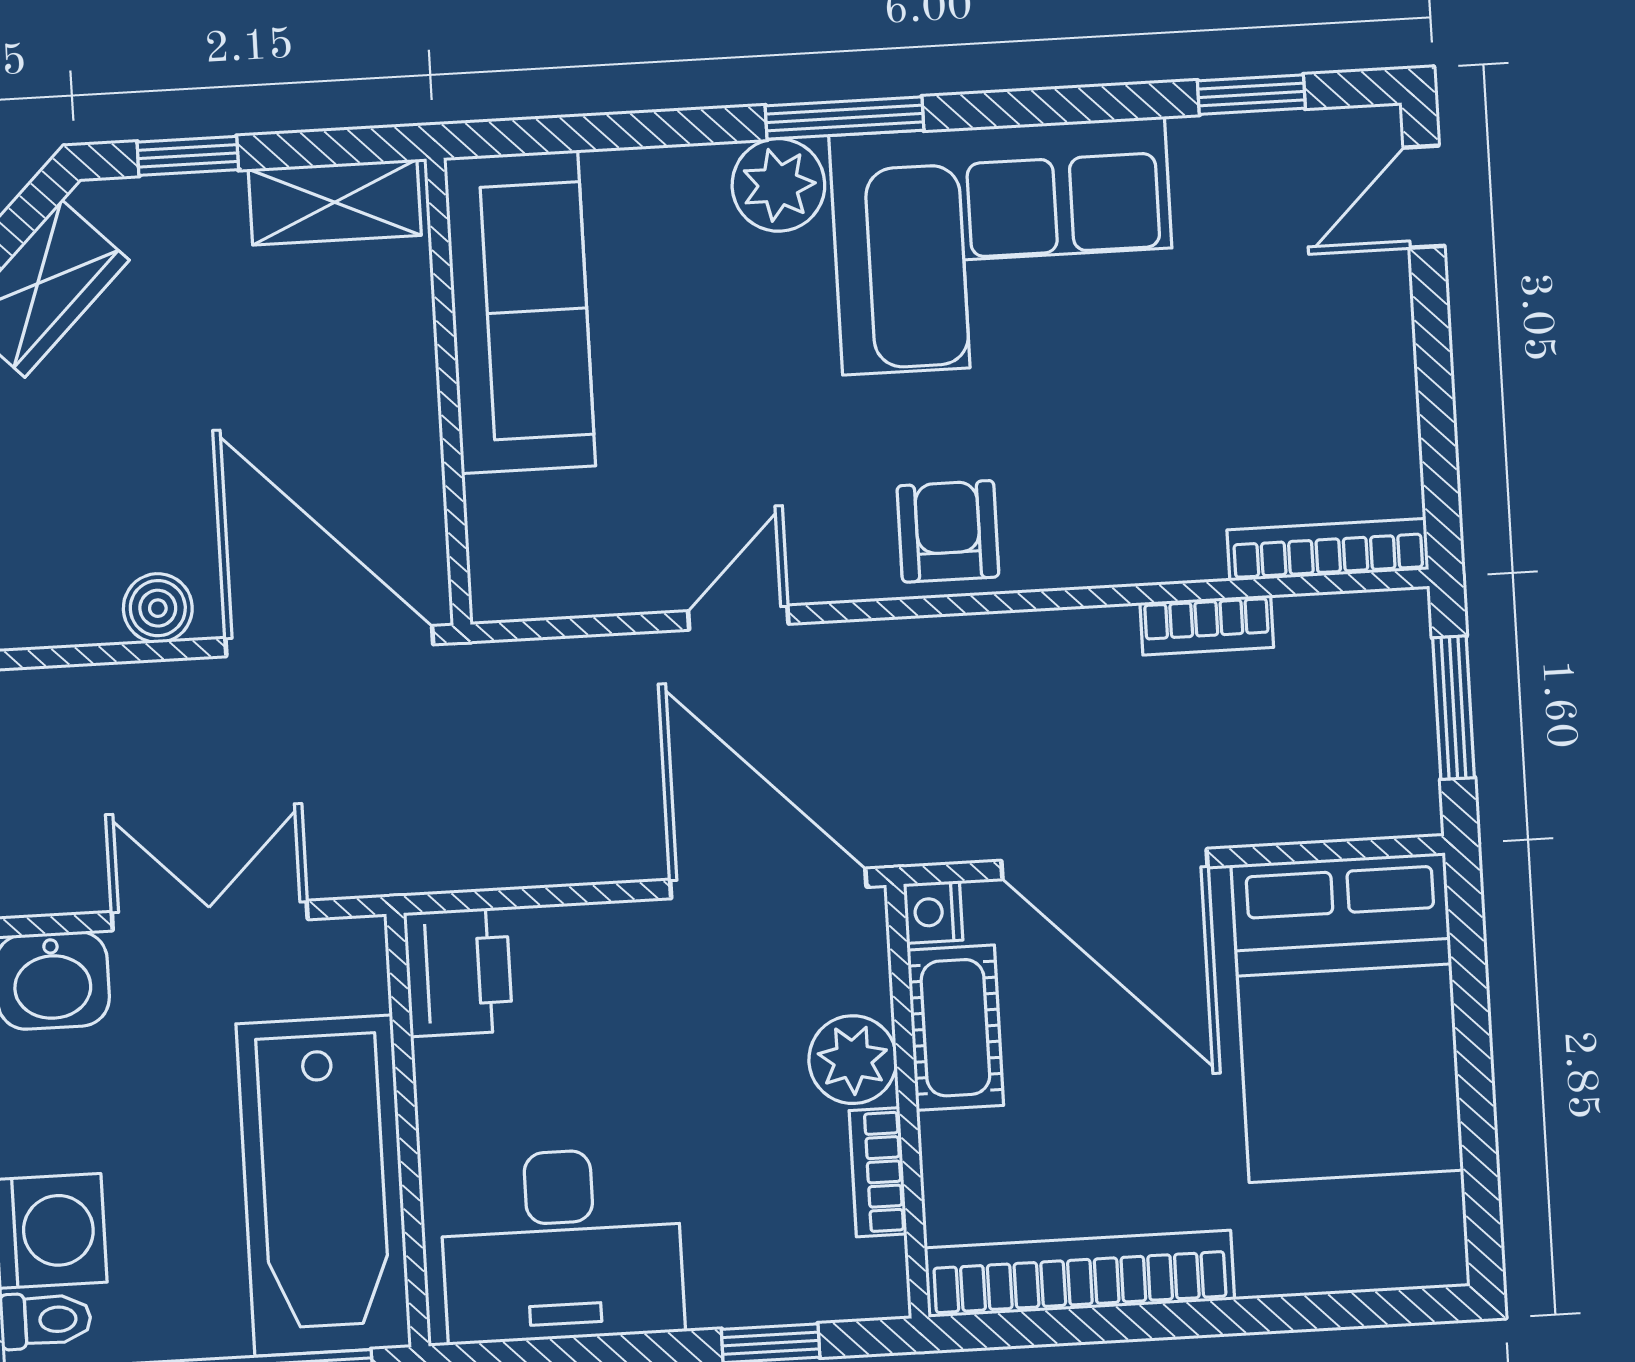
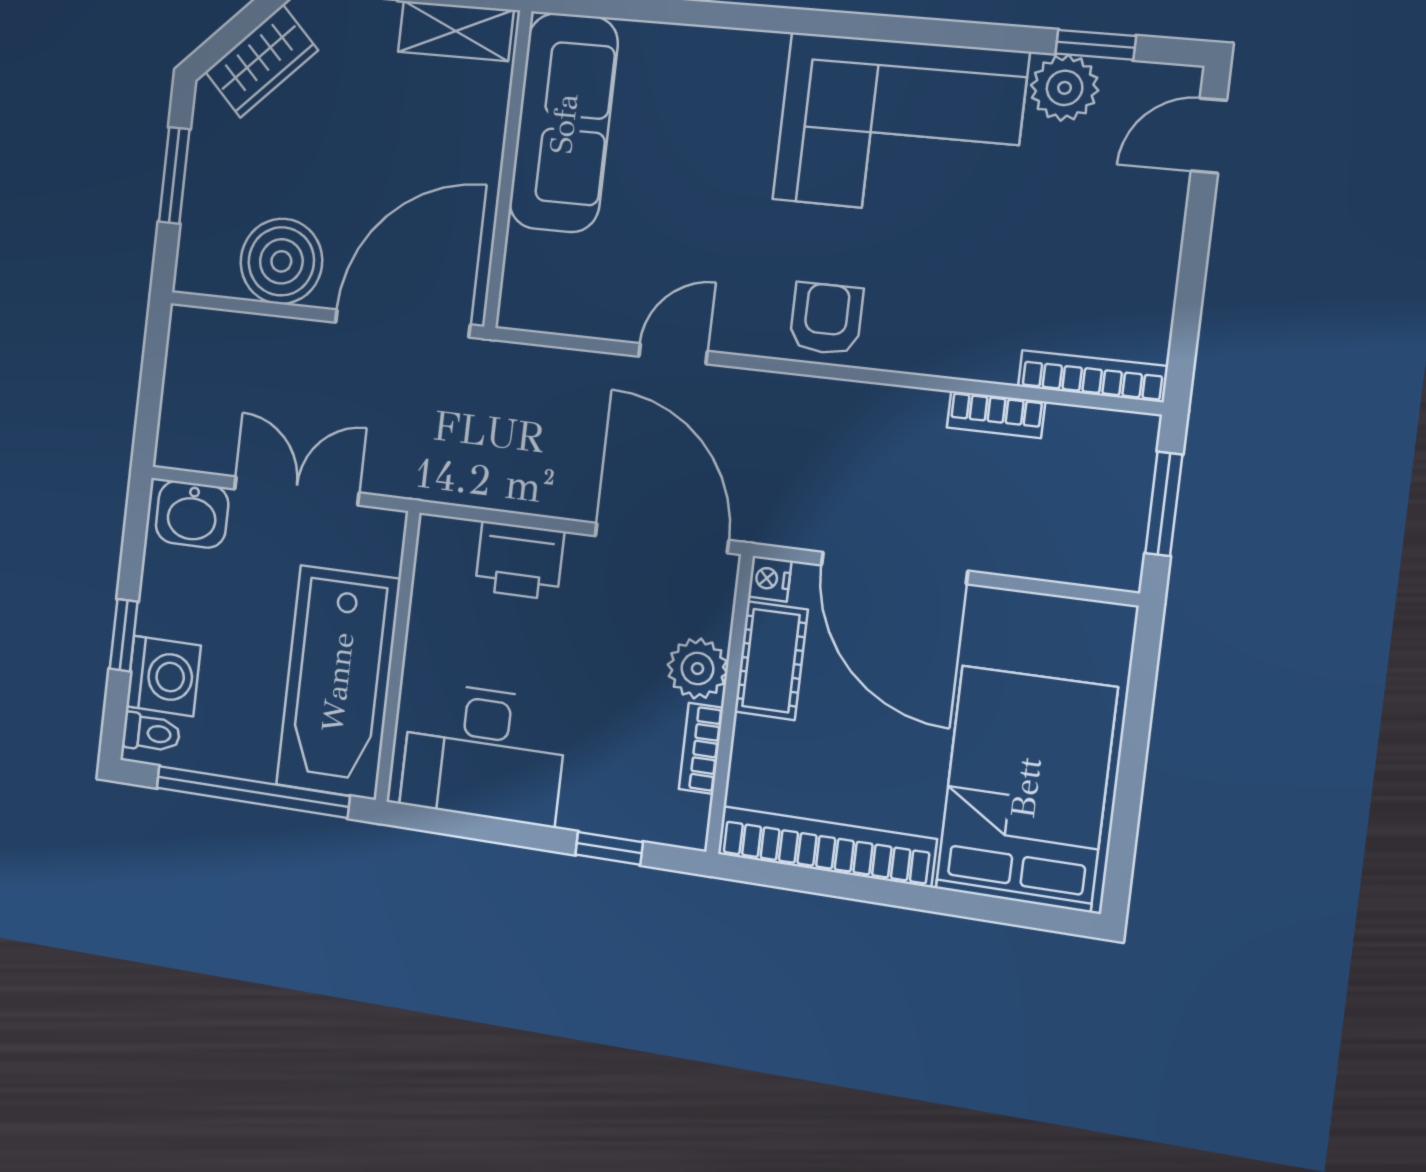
window: (845, 118) -> (805, 22), removed
plant: (778, 185) -> (1065, 88), moved
boiler: (158, 608) -> (281, 261), width x1.86, depth x1.86
door: (329, 641) -> (403, 324), hinge flipped
printer: (458, 972) -> (519, 561), moved, turned 90
bed: (1347, 1018) -> (1026, 788), moved, turned 180

